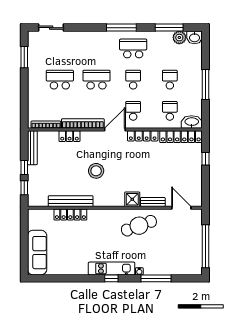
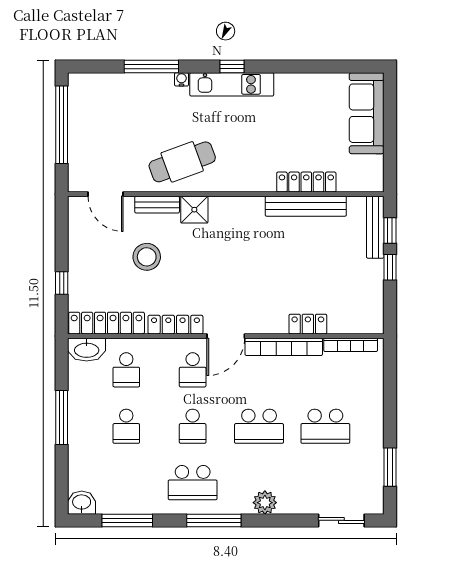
plant: (179, 38) -> (265, 503), moved
bench: (32, 148) -> (375, 227), moved
stool: (96, 171) -> (147, 257), moved

